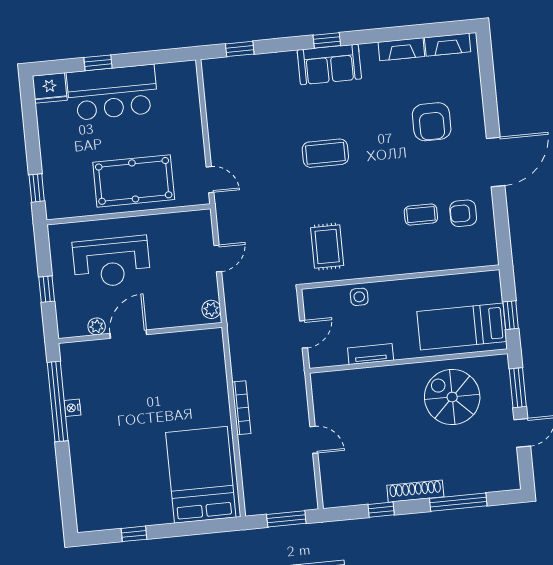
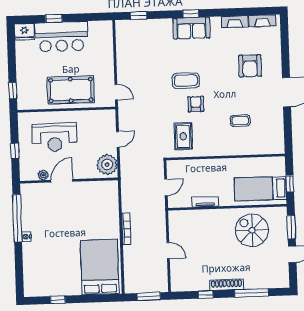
armchair: (463, 213) -> (196, 104), moved, turned 90
side table: (359, 297) -> (200, 167), removed
plant: (211, 309) -> (107, 165), width x1.87, depth x1.87
nightstand: (72, 408) -> (26, 237), moved

